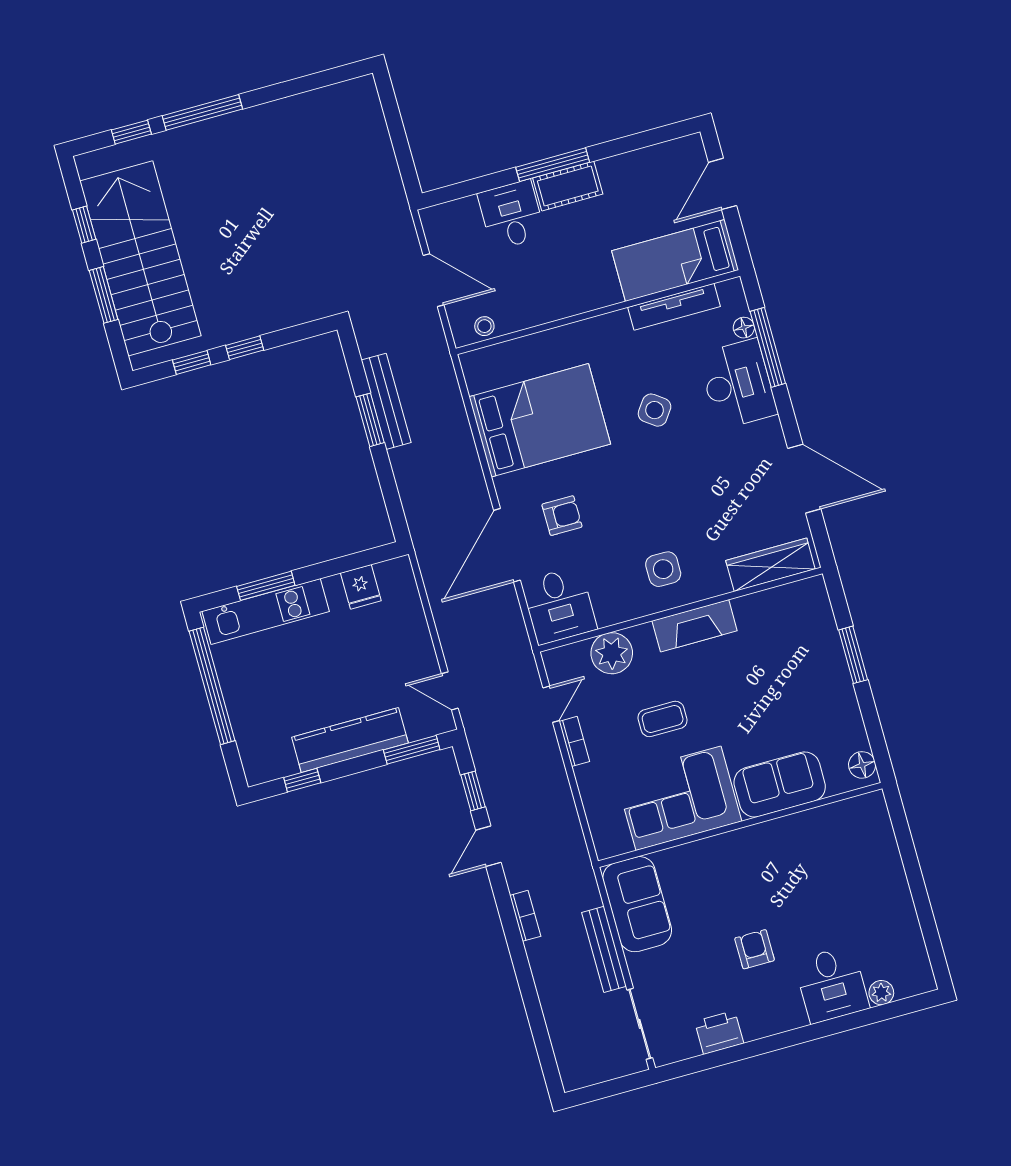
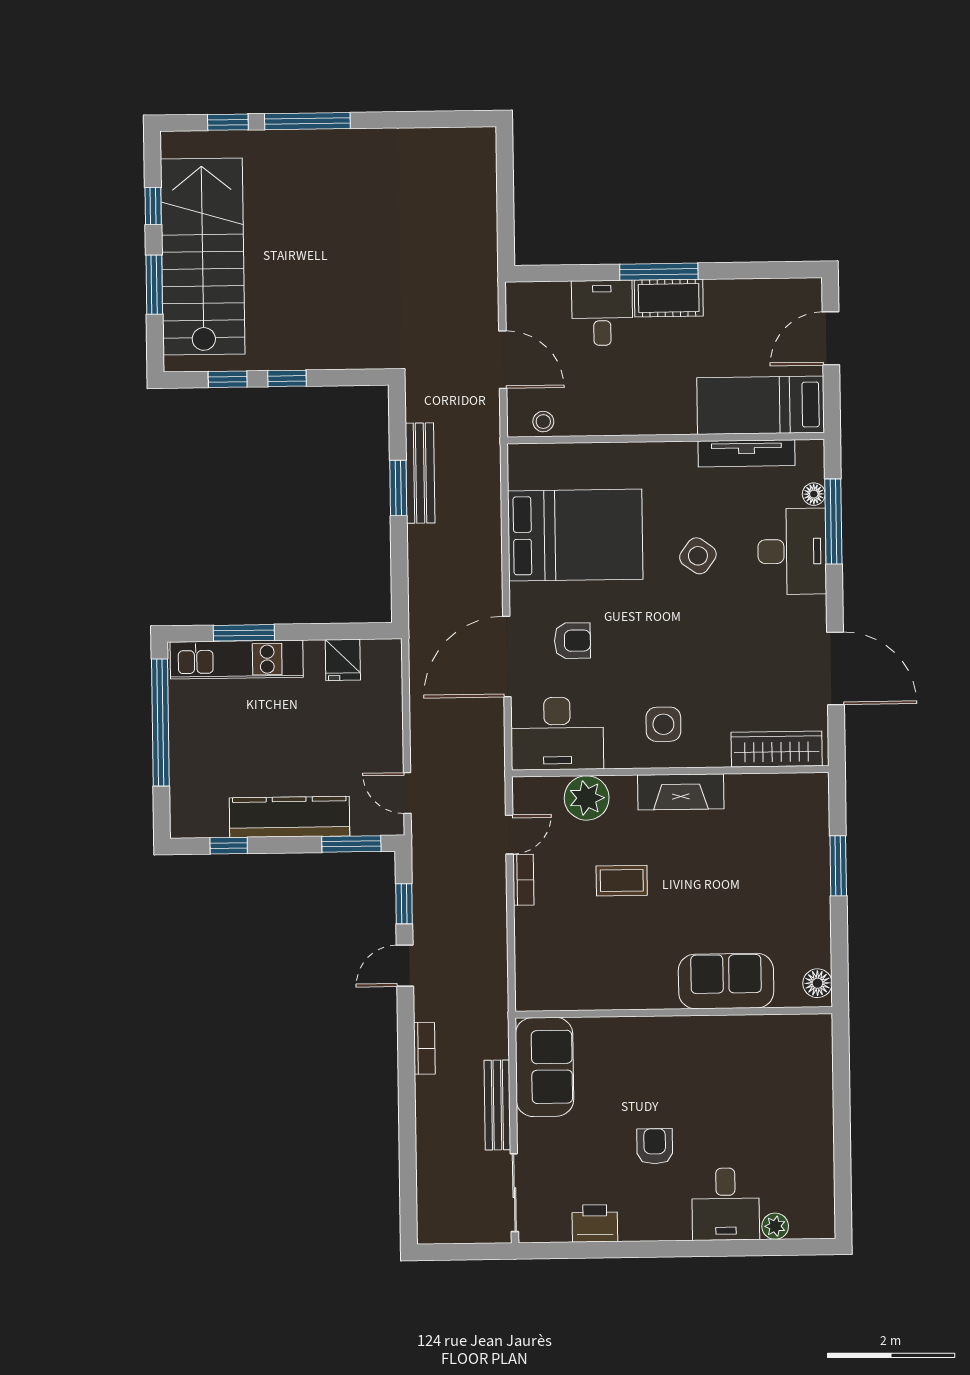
desk: (559, 605) -> (557, 733), width x1.37
corner sofa: (678, 798) -> (617, 968), removed

